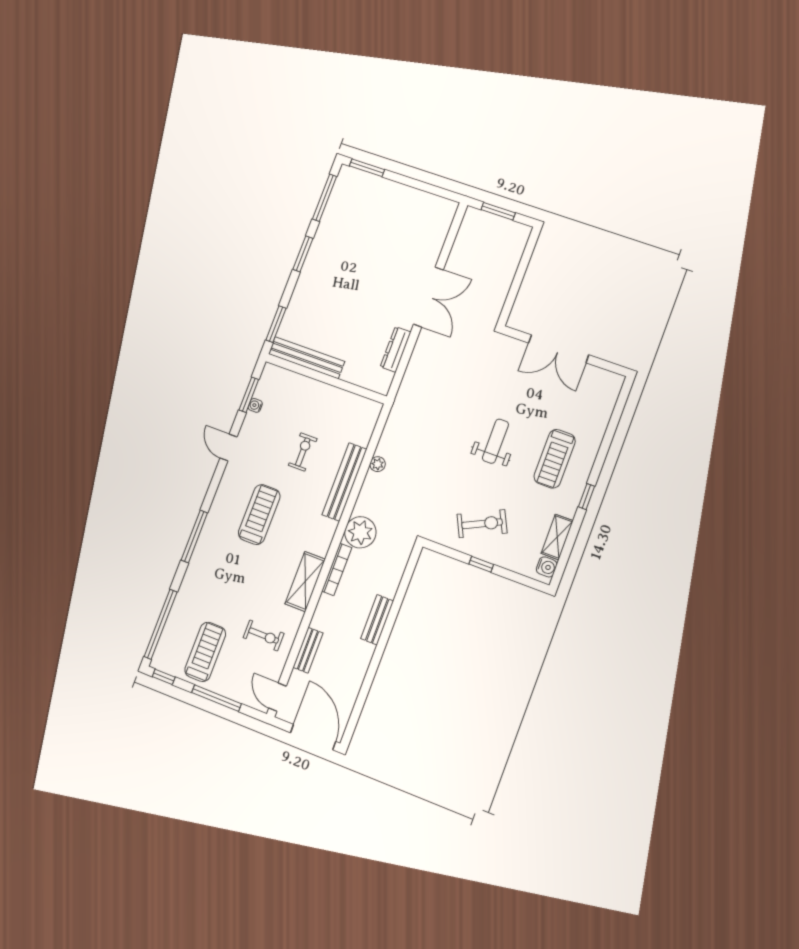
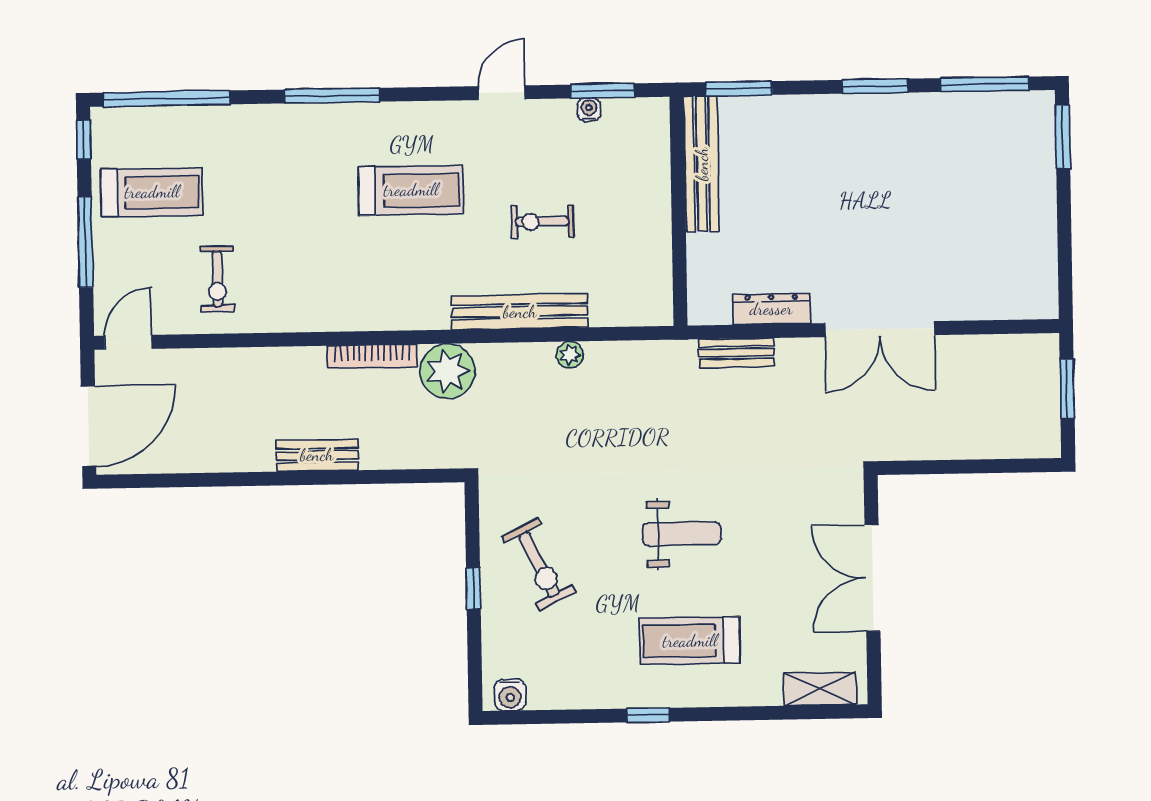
exercise bike: (303, 452) -> (542, 222), turned 180
shelving: (557, 537) -> (820, 689), moved
shelving: (305, 582) -> (332, 312), removed
bench: (308, 650) -> (736, 353), moved

